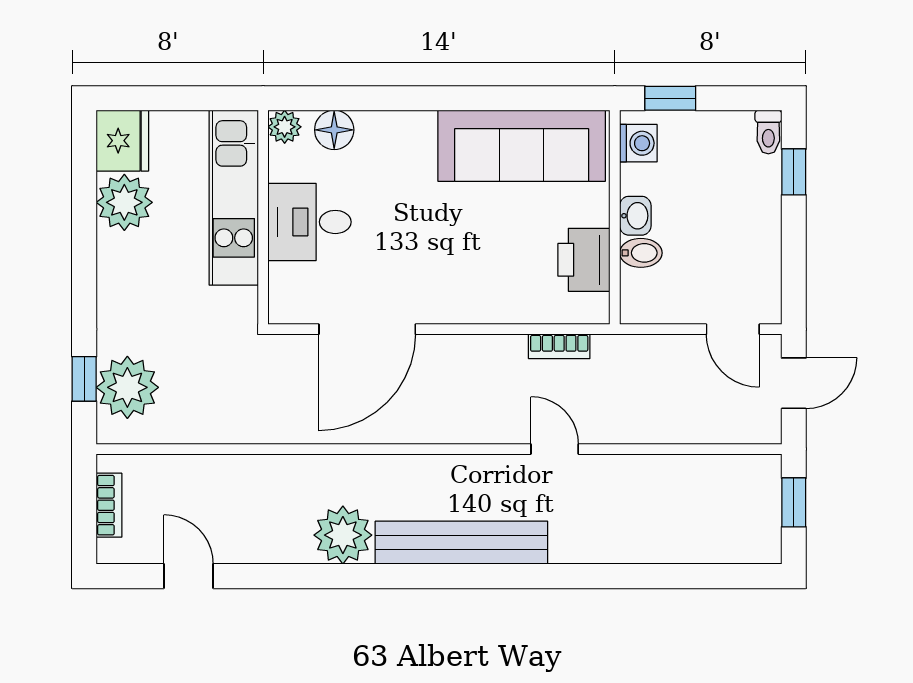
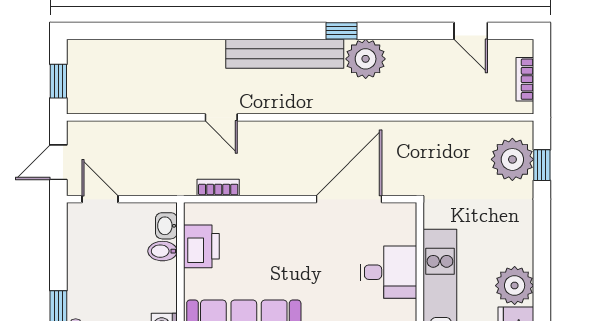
washbasin: (635, 216) -> (166, 226), moved
window: (378, 576) -> (341, 31), added

